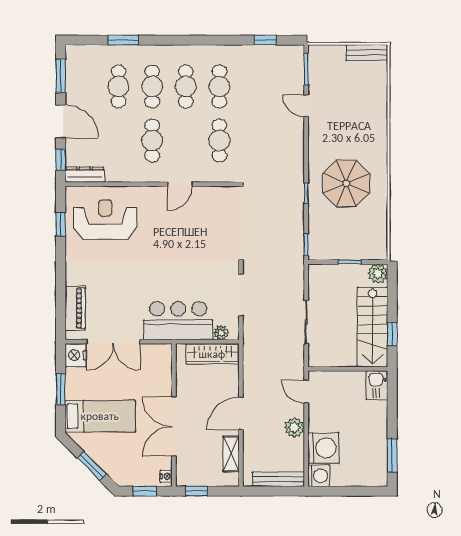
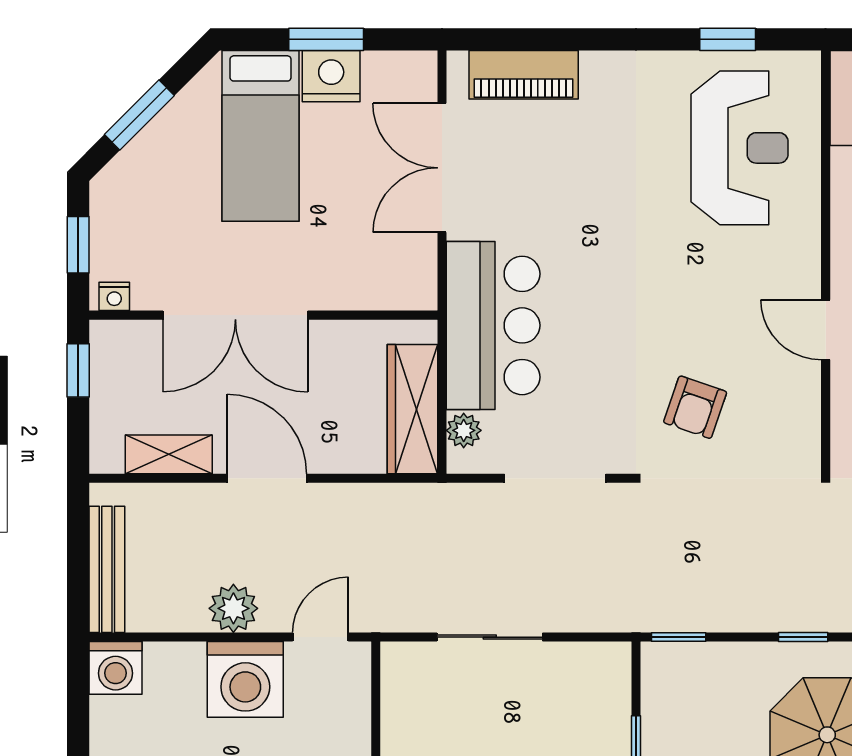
armchair: (212, 238) -> (695, 407), added
nightstand: (76, 355) -> (331, 76), moved
double door: (174, 427) -> (235, 315), swing flipped
washing machine: (323, 448) -> (245, 679), moved

